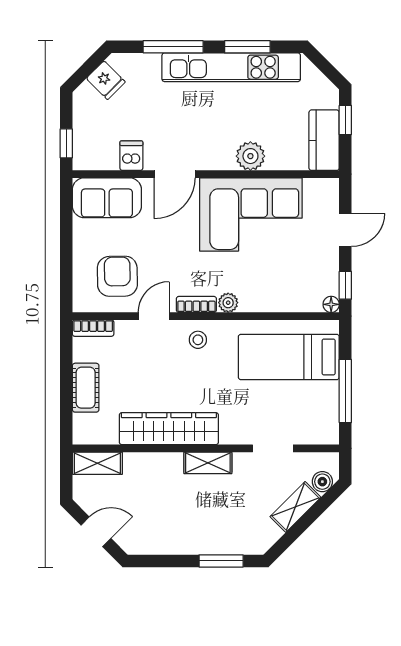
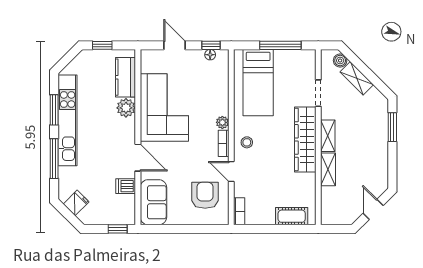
kitchen counter: (324, 140) -> (125, 77), moved, turned 90
armchair: (117, 276) -> (205, 195), turned 91
floor lamp: (331, 304) -> (210, 55), moved
cot: (86, 388) -> (292, 216), moved
wardrobe: (169, 429) -> (305, 139), moved
shelving: (97, 463) -> (328, 169), moved

